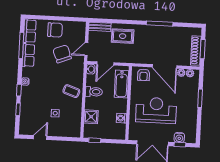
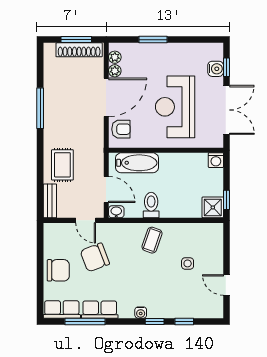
chair: (55, 30) -> (58, 270), turned 90
shower: (91, 117) -> (213, 207), moved
washing machine: (121, 118) -> (216, 160), moved

